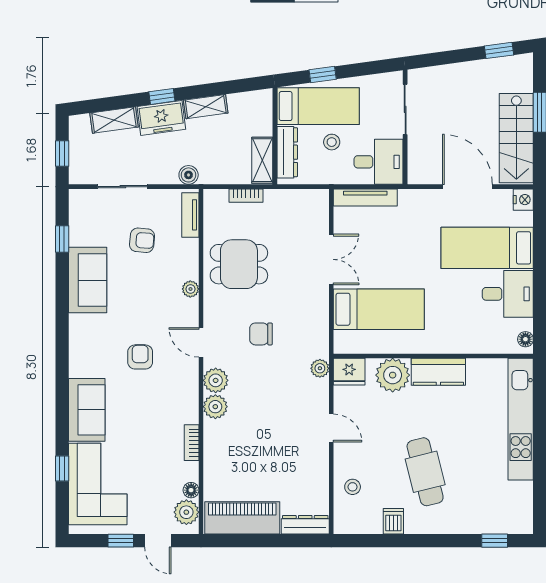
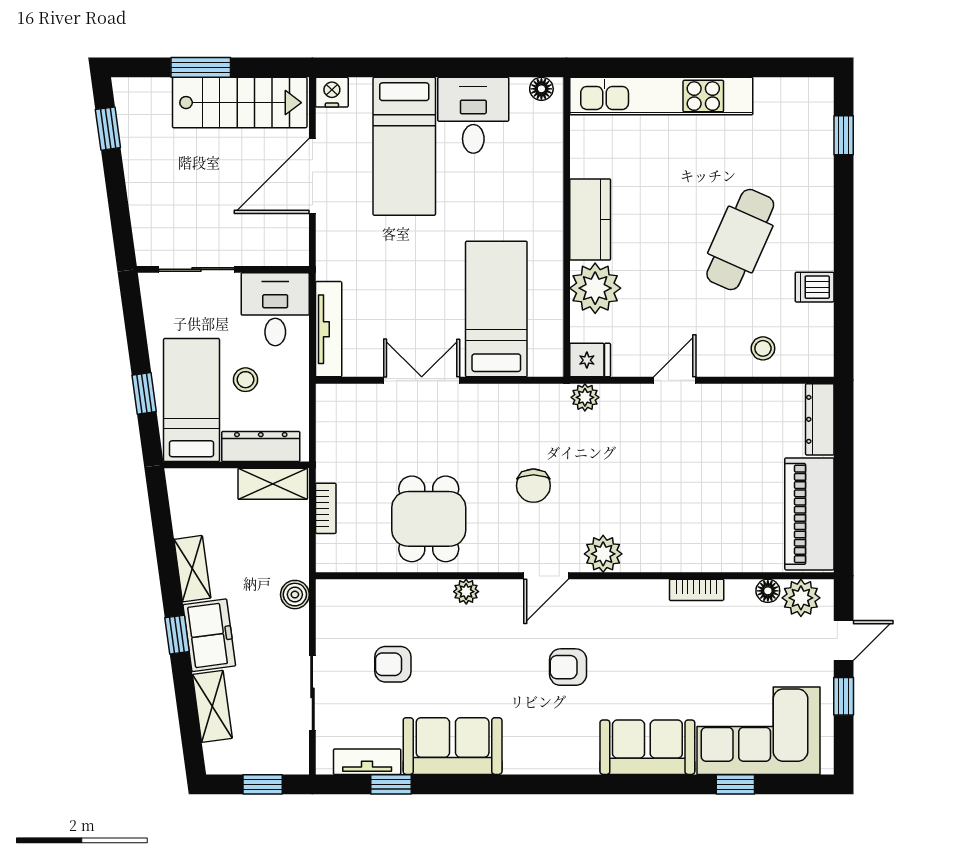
tv unit: (190, 215) -> (367, 762), moved, turned 180
armchair: (142, 240) -> (393, 664), turned -95
fridge: (349, 372) -> (590, 360), width x0.72
plant: (215, 407) -> (643, 554), removed
cafe table: (425, 472) -> (740, 240), turned -52

